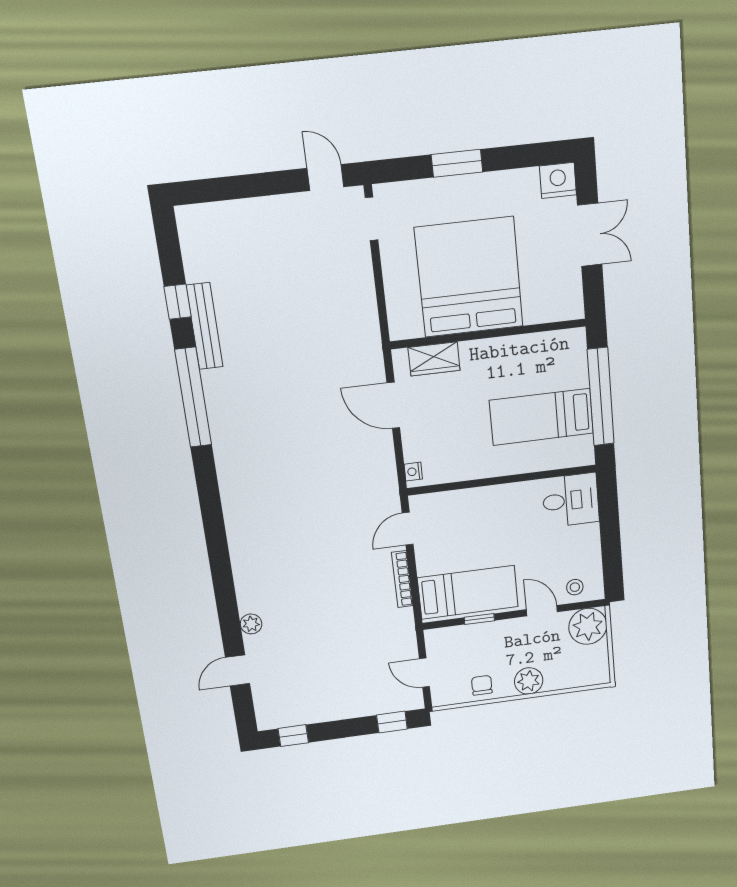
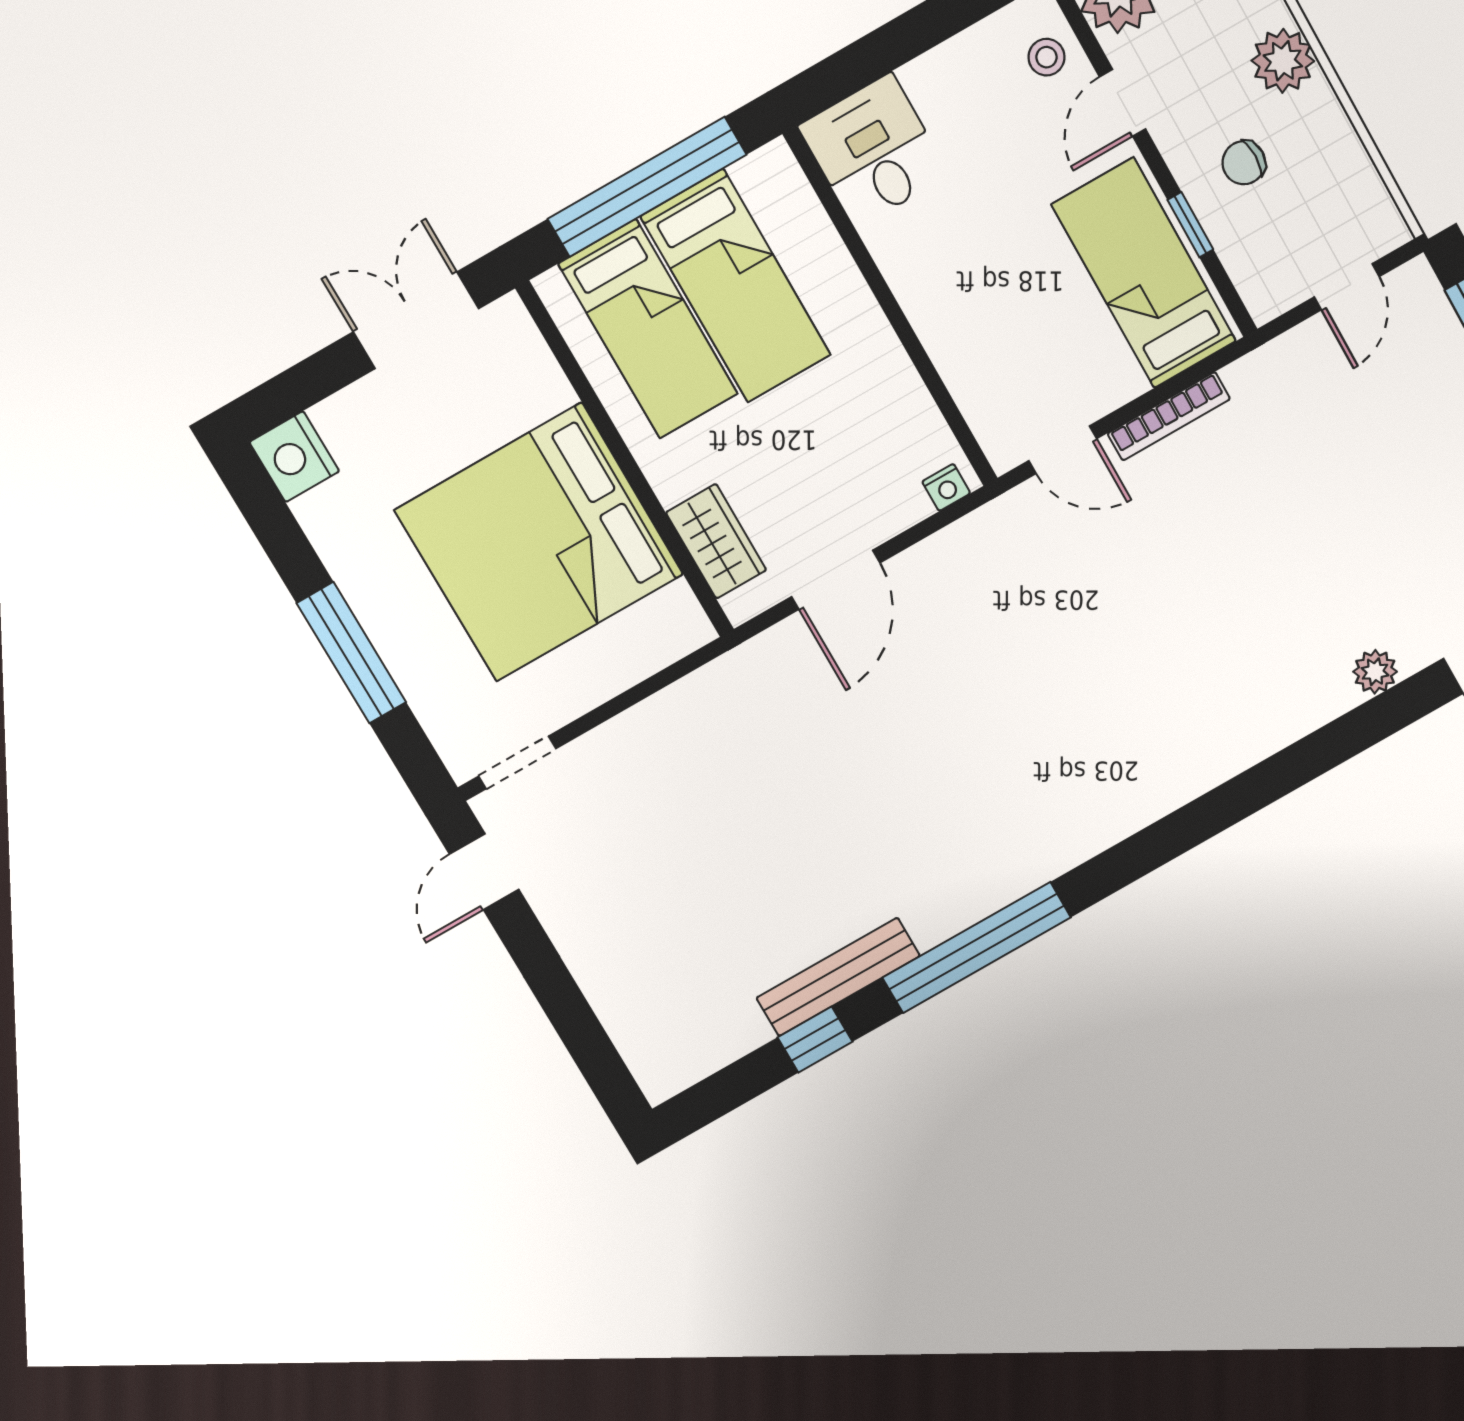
window: (457, 163) -> (351, 653), width x1.44
double door: (590, 235) -> (416, 320), moved
bed: (541, 370) -> (648, 329), added
chair: (482, 685) -> (1244, 163), moved

